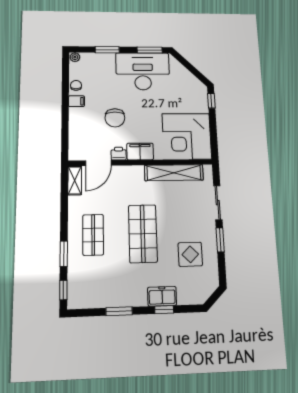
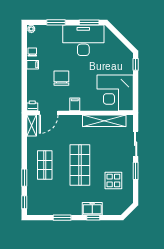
chair: (115, 118) -> (61, 78), turned 180
filing cabinet: (140, 151) -> (75, 104), width x0.50
printer: (119, 154) -> (32, 106), moved

